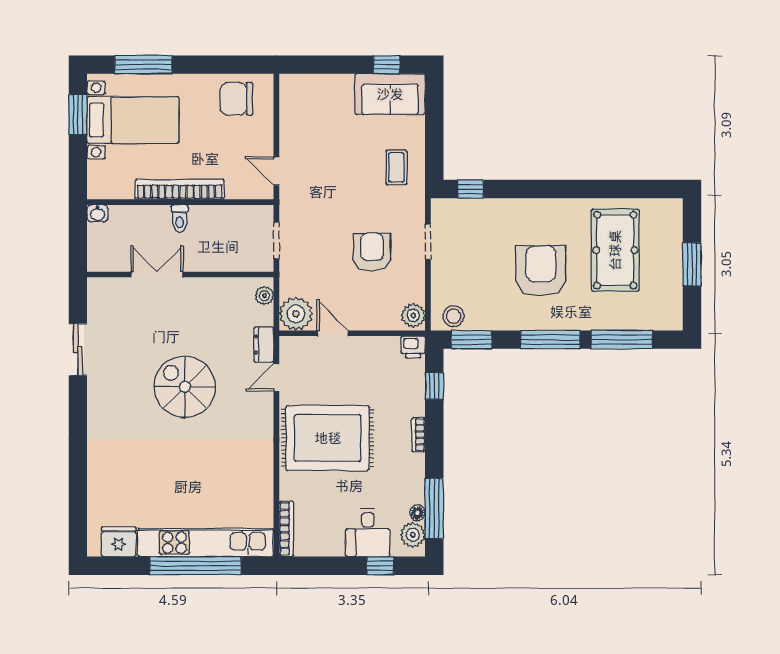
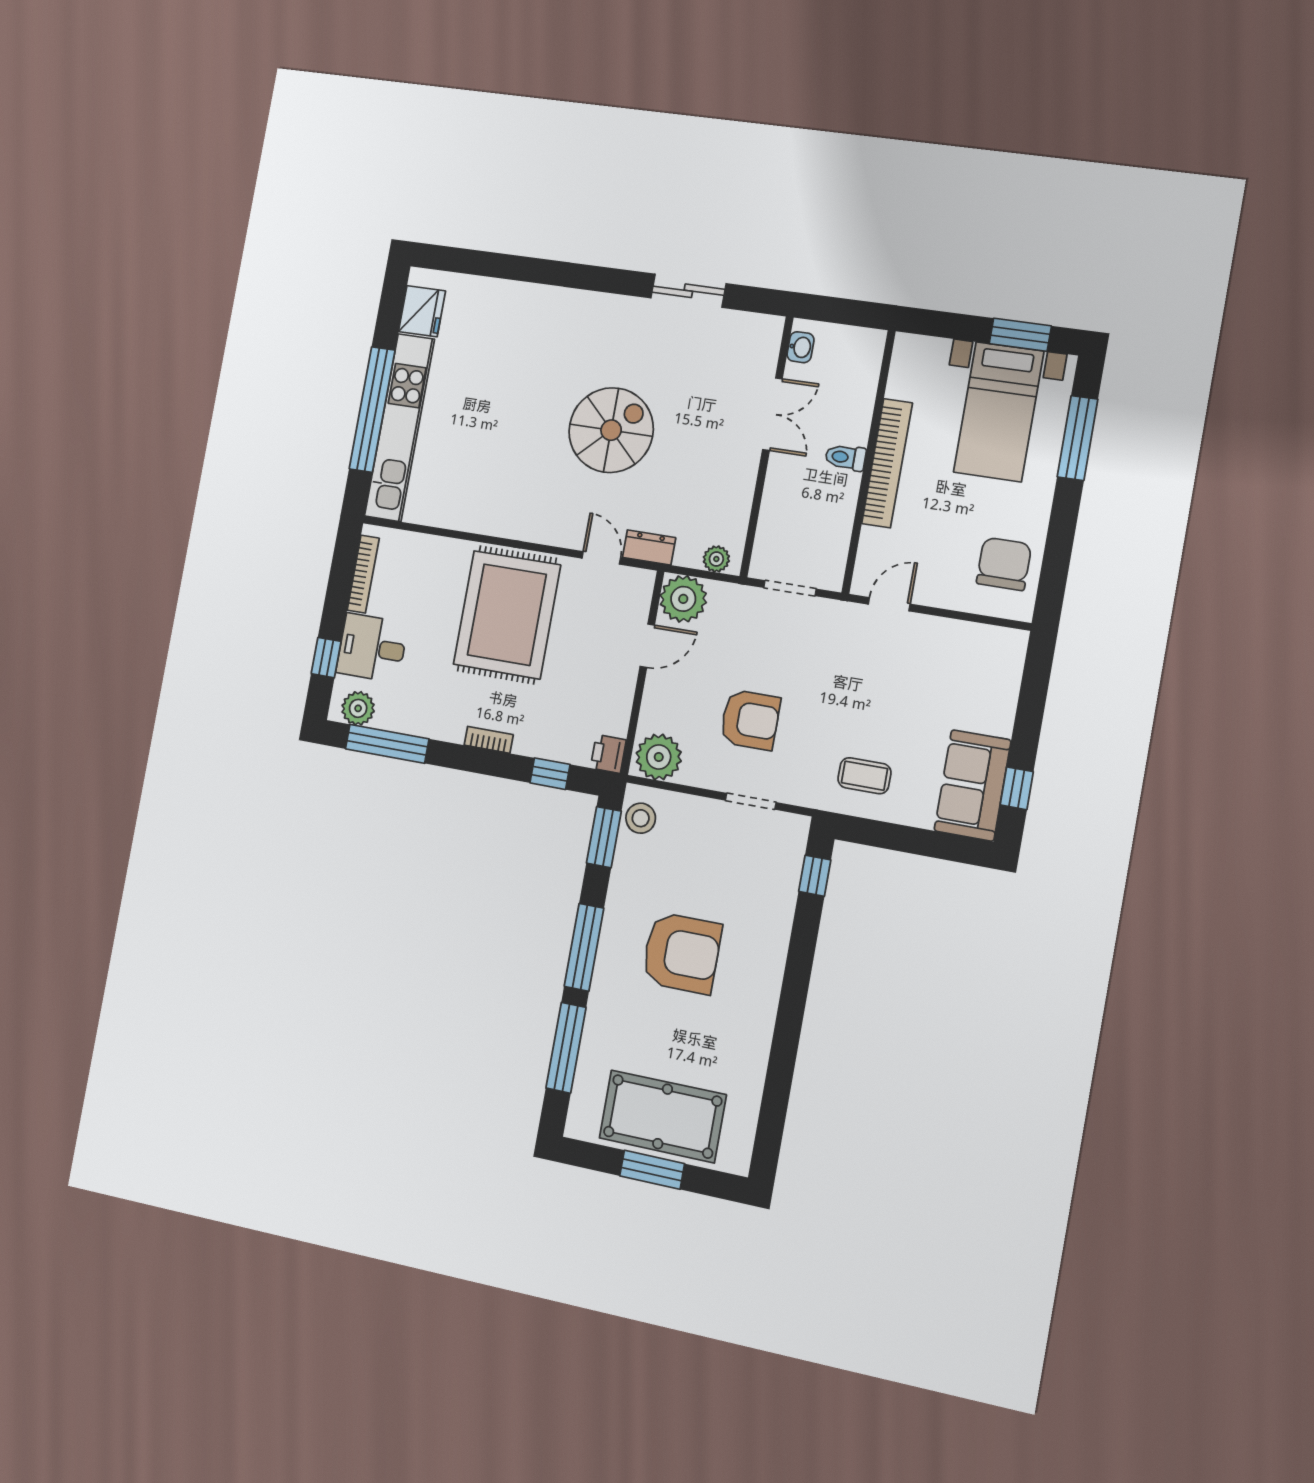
washbasin: (97, 213) -> (800, 347), moved, turned 180
pool table: (615, 250) -> (663, 1116), moved
plant: (413, 315) -> (659, 757), width x1.36, depth x1.36
floor lamp: (417, 513) -> (386, 720), removed
bookcase: (286, 529) -> (363, 574), moved, turned -90

